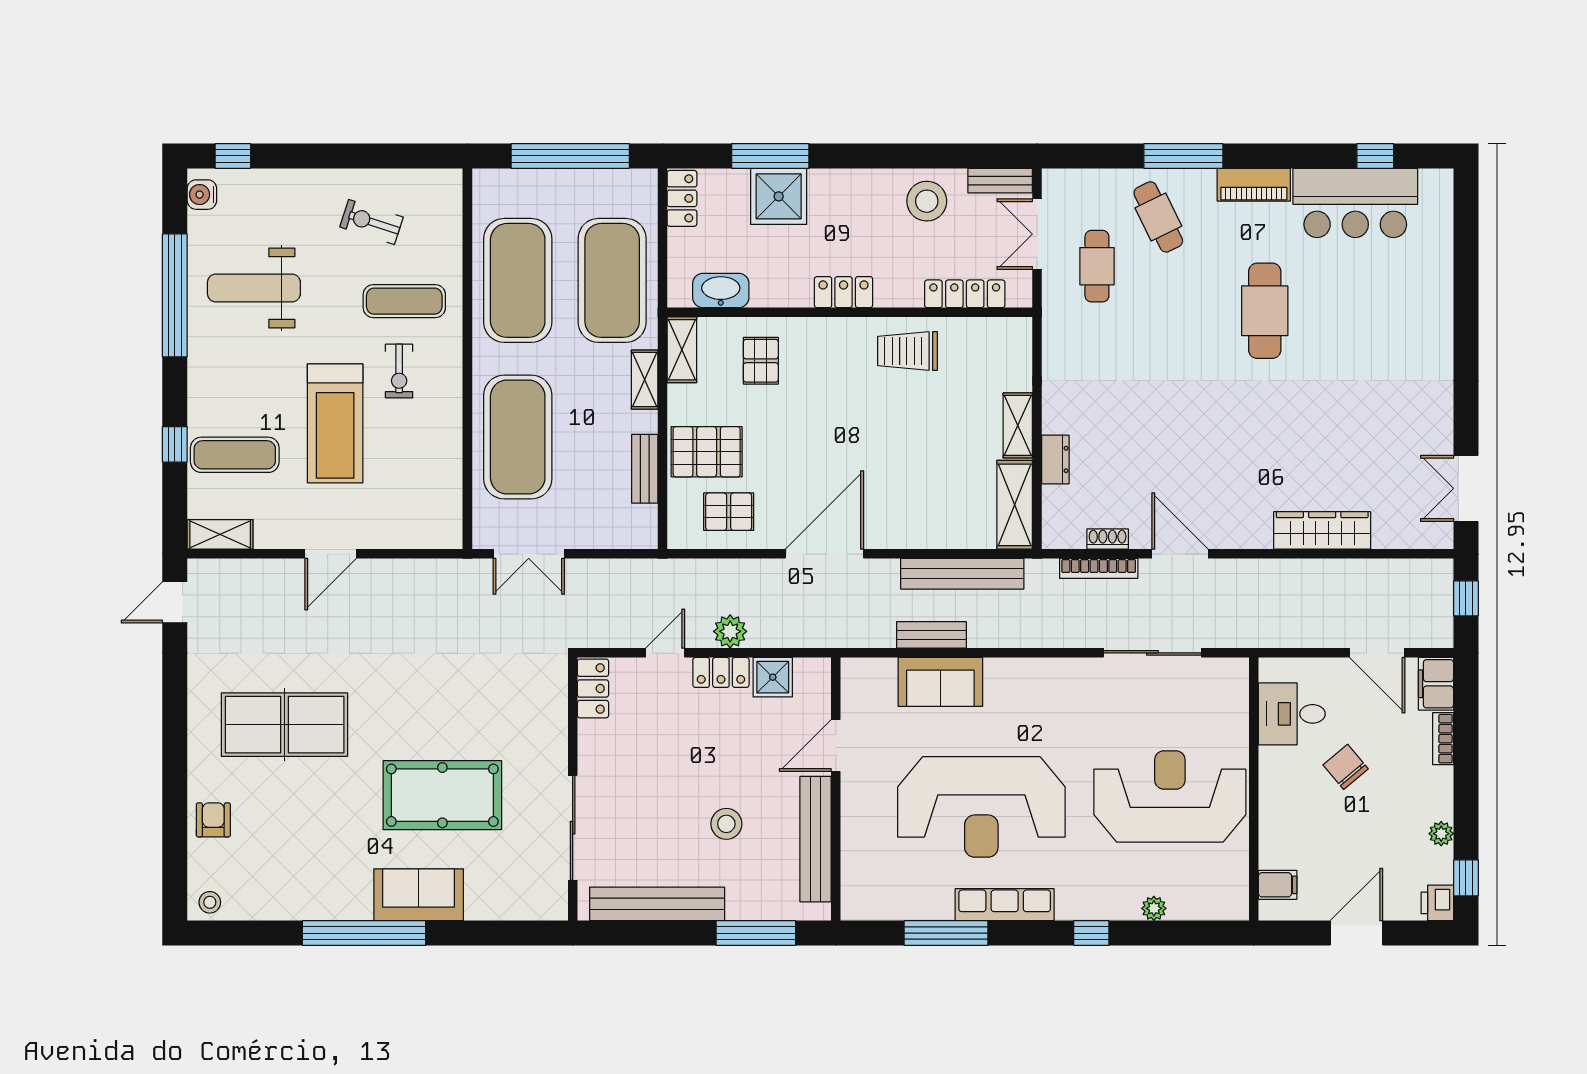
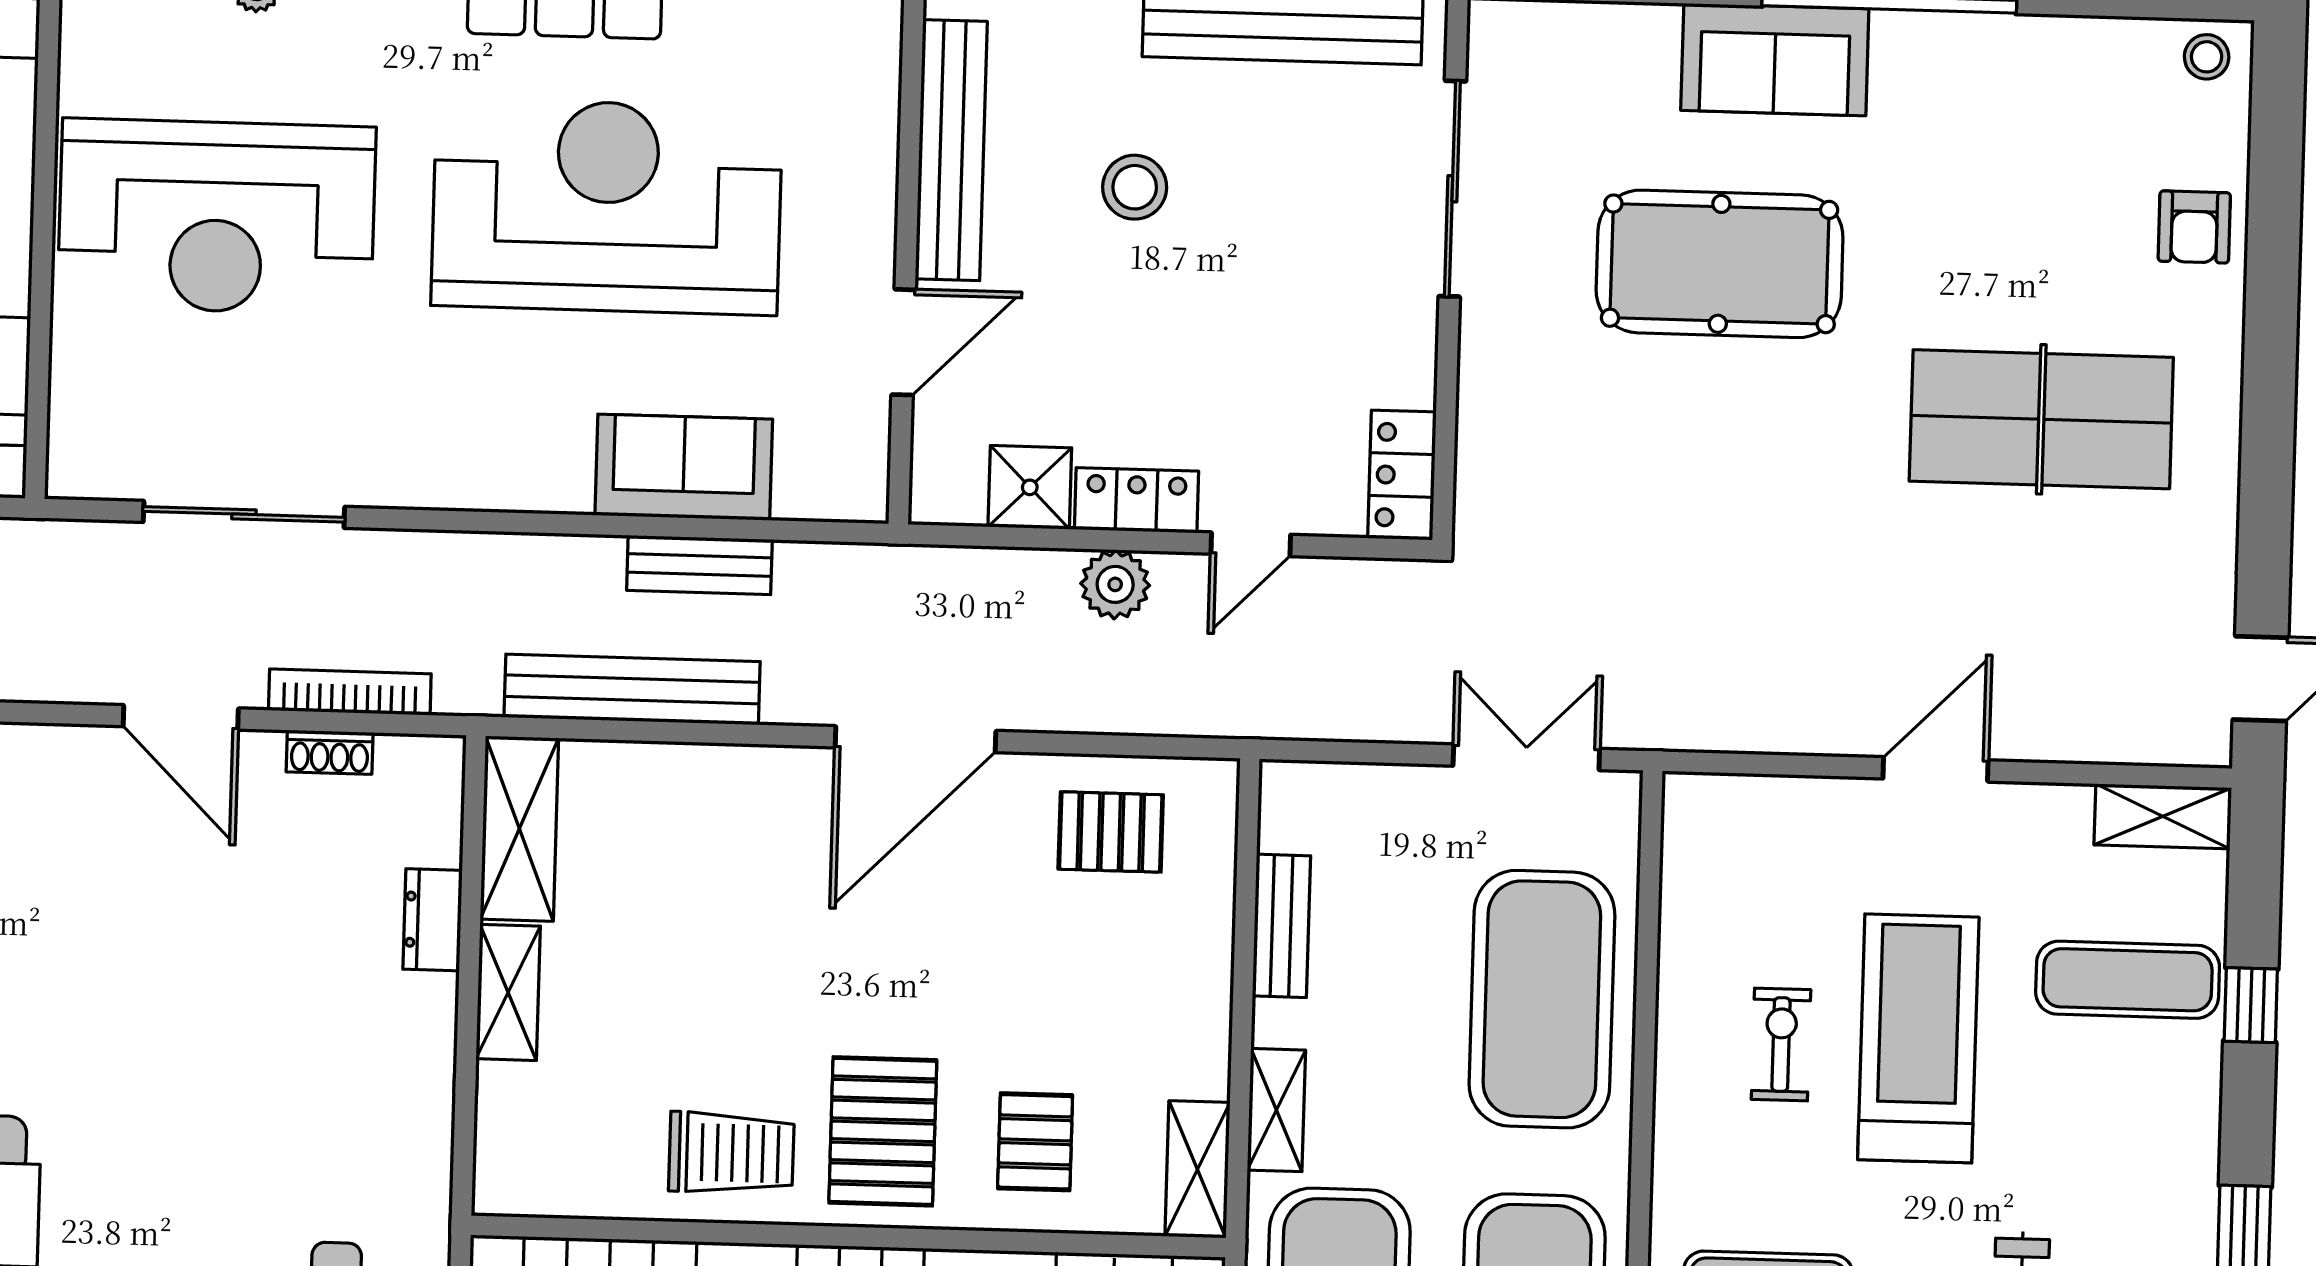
exercise bike: (399, 371) -> (1781, 1045), moved
pallet: (707, 452) -> (883, 1131), moved, turned 90

